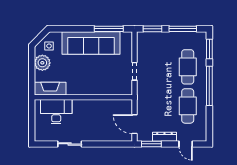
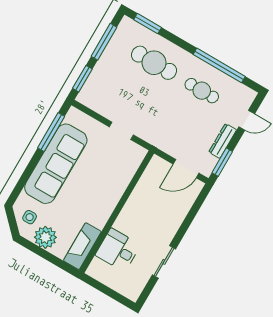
window: (209, 86) -> (219, 65), moved
cafe table: (188, 106) -> (202, 91), width x0.73, depth x0.74
desk: (56, 112) -> (118, 250), width x0.73

